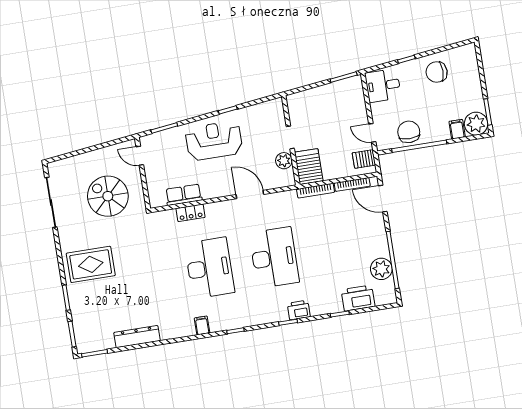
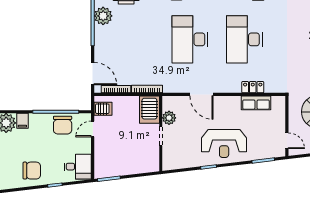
door: (372, 133) -> (93, 129), swing flipped

